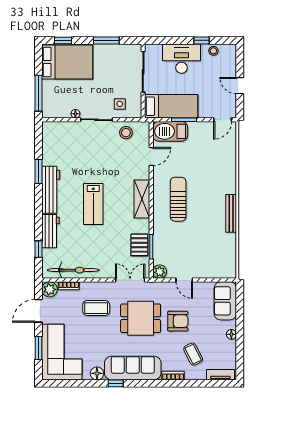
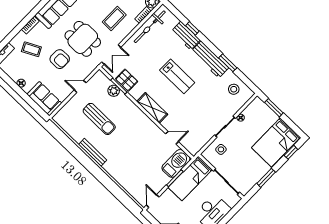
window: (39, 93) -> (274, 108), width x0.69
stool: (126, 133) -> (234, 89), moved
door: (151, 157) -> (172, 138), swing flipped
sun lounger: (178, 199) -> (99, 119), moved
lab bench: (93, 204) -> (177, 76), turned 180
window: (39, 249) -> (192, 28), moved
plant: (160, 272) -> (114, 91), moved
dining table: (141, 318) -> (83, 39), turned 90
armchair: (178, 321) -> (60, 59), turned -90

